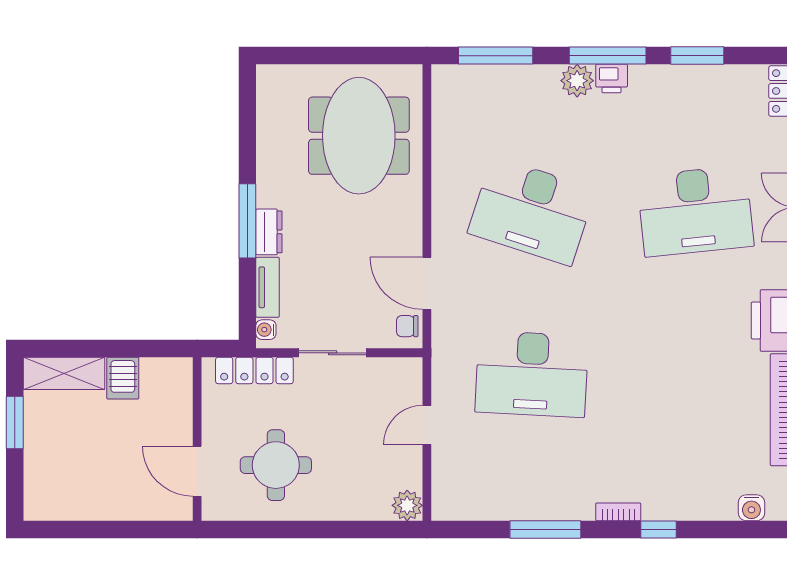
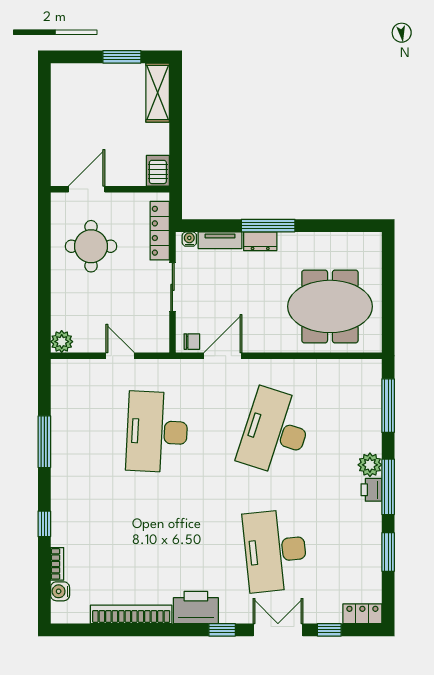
chair: (407, 326) -> (192, 342), turned 90
server rack: (123, 378) -> (158, 171), moved, turned 90
bookcase: (618, 512) -> (57, 564), moved

